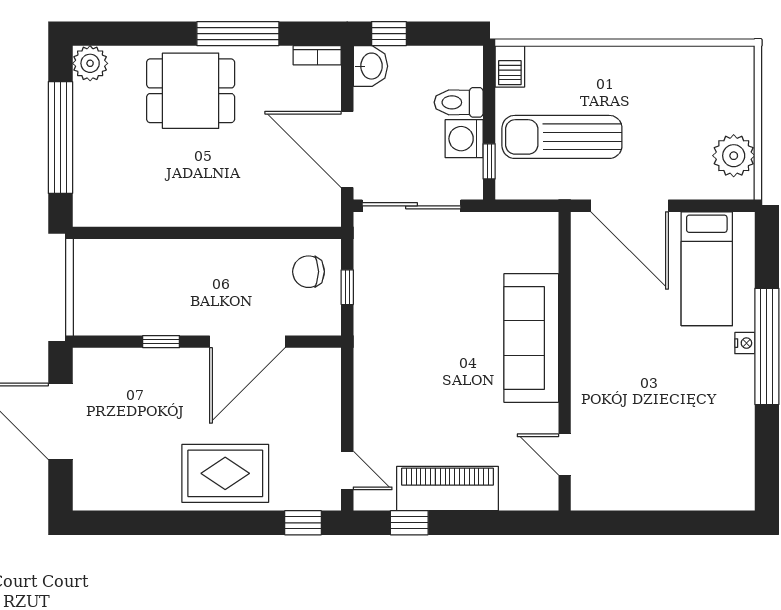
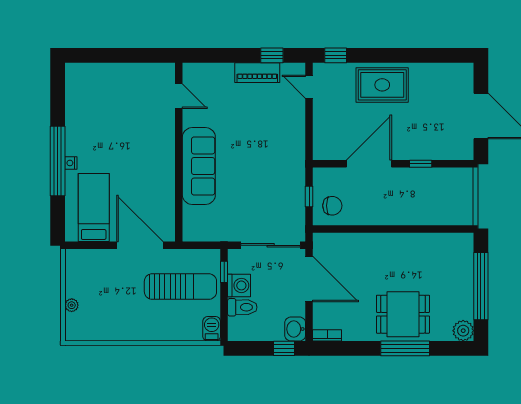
window: (238, 34) -> (405, 348), moved
plant: (734, 156) -> (72, 305), moved, width x0.53, depth x0.53
piano: (448, 489) -> (257, 73), width x0.73, depth x0.75

